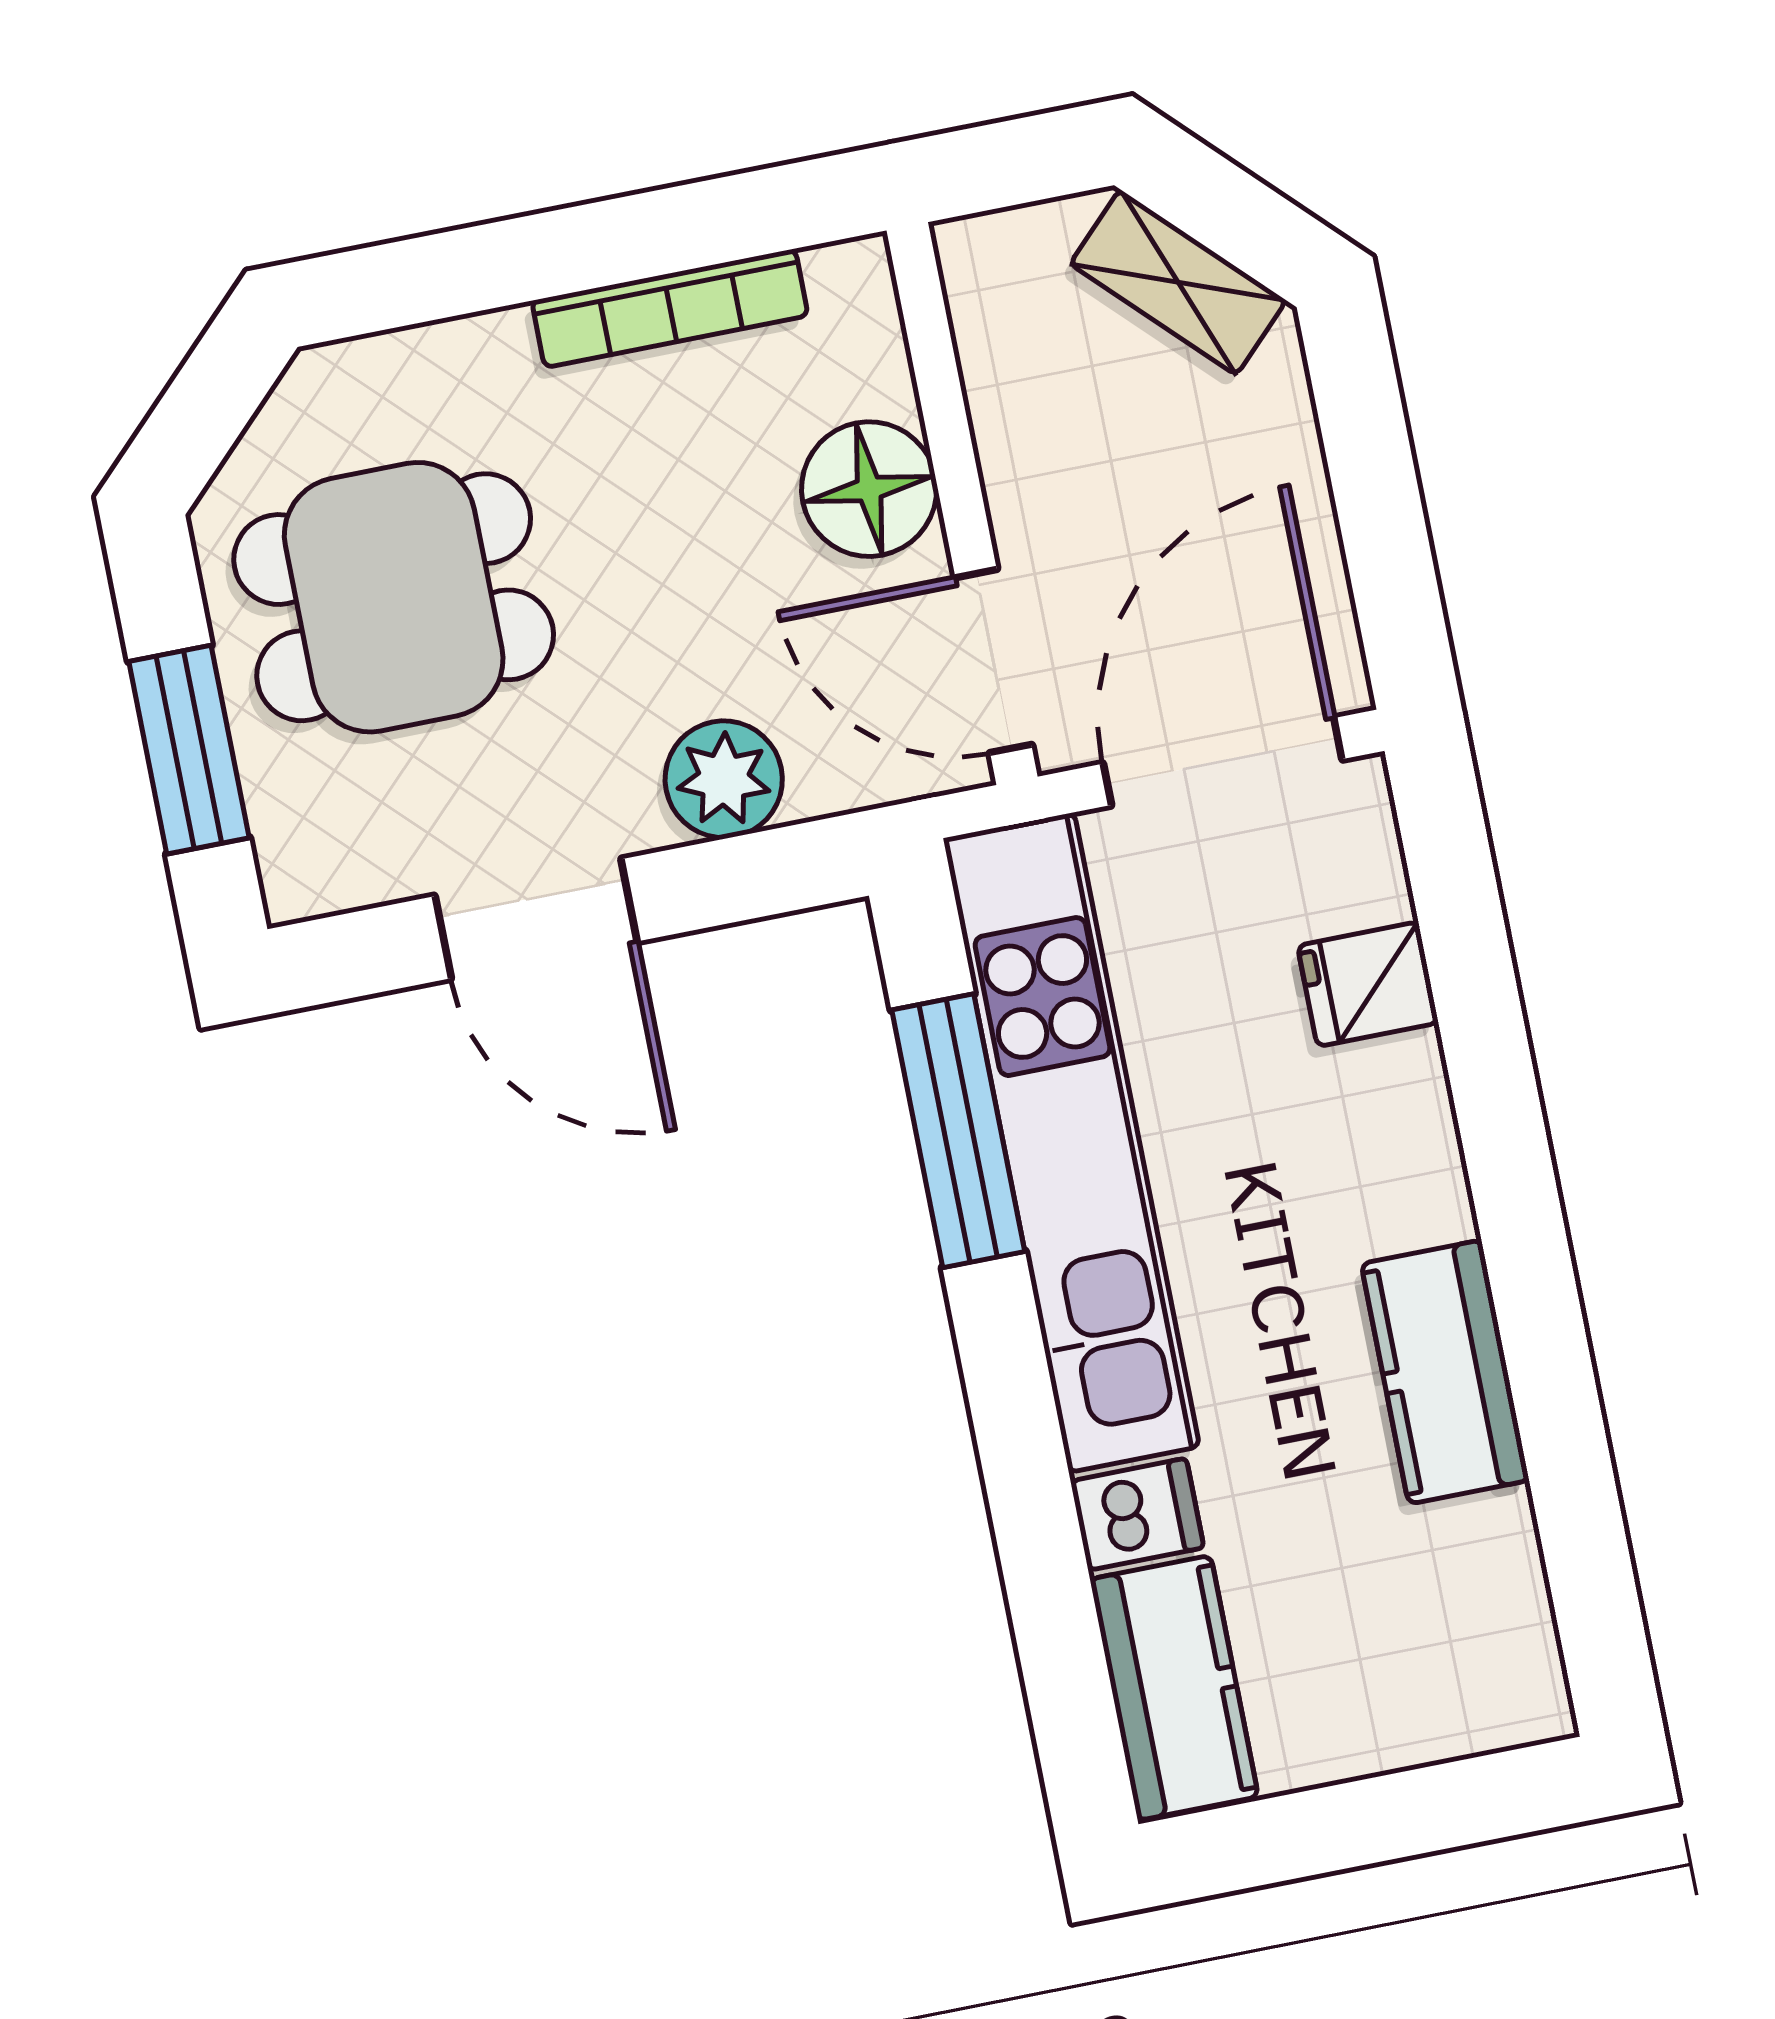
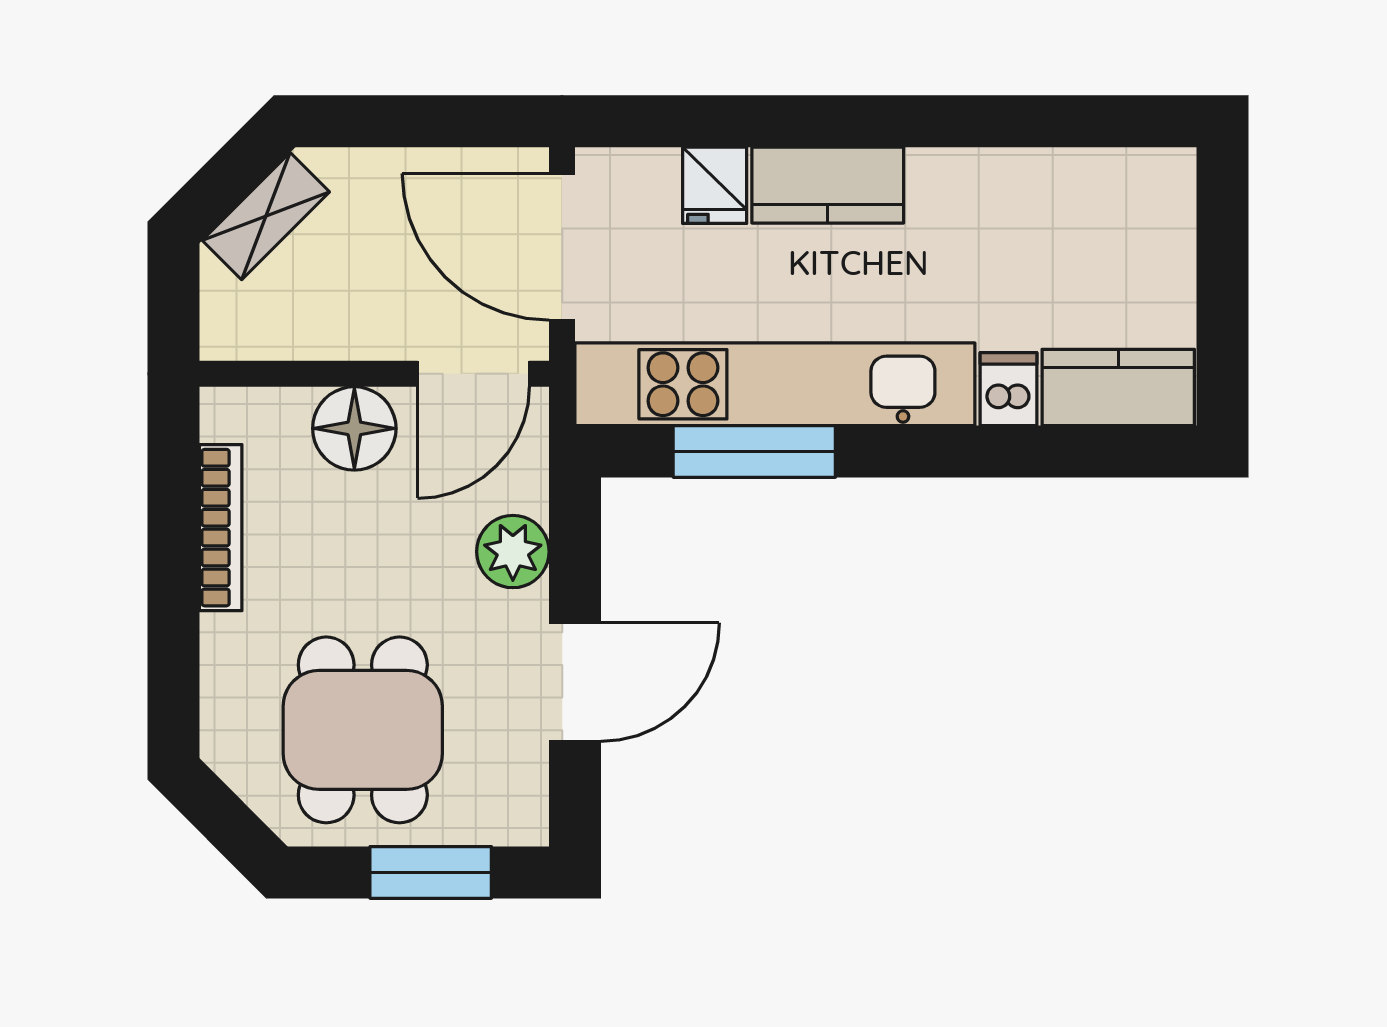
kitchen counter: (1445, 1372) -> (828, 185), moved

